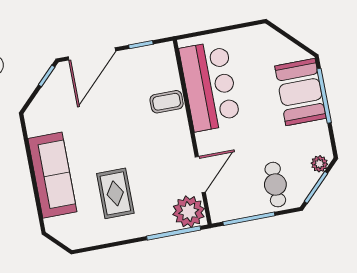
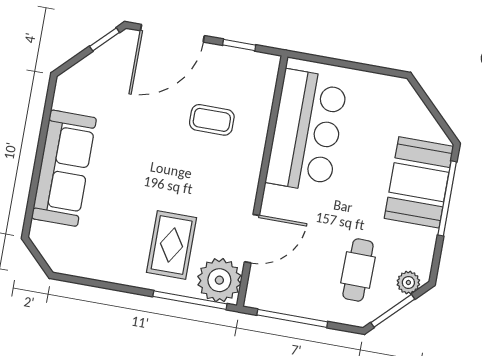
coffee table: (167, 102) -> (212, 120), moved
cafe table: (275, 185) -> (358, 270), moved
rug: (115, 193) -> (172, 245), moved

